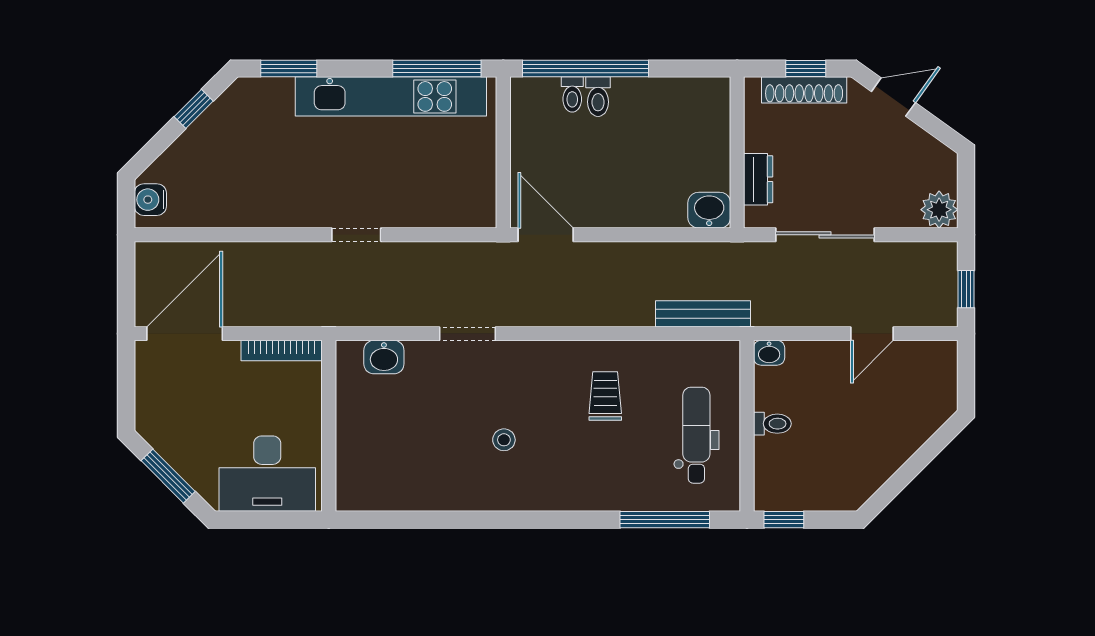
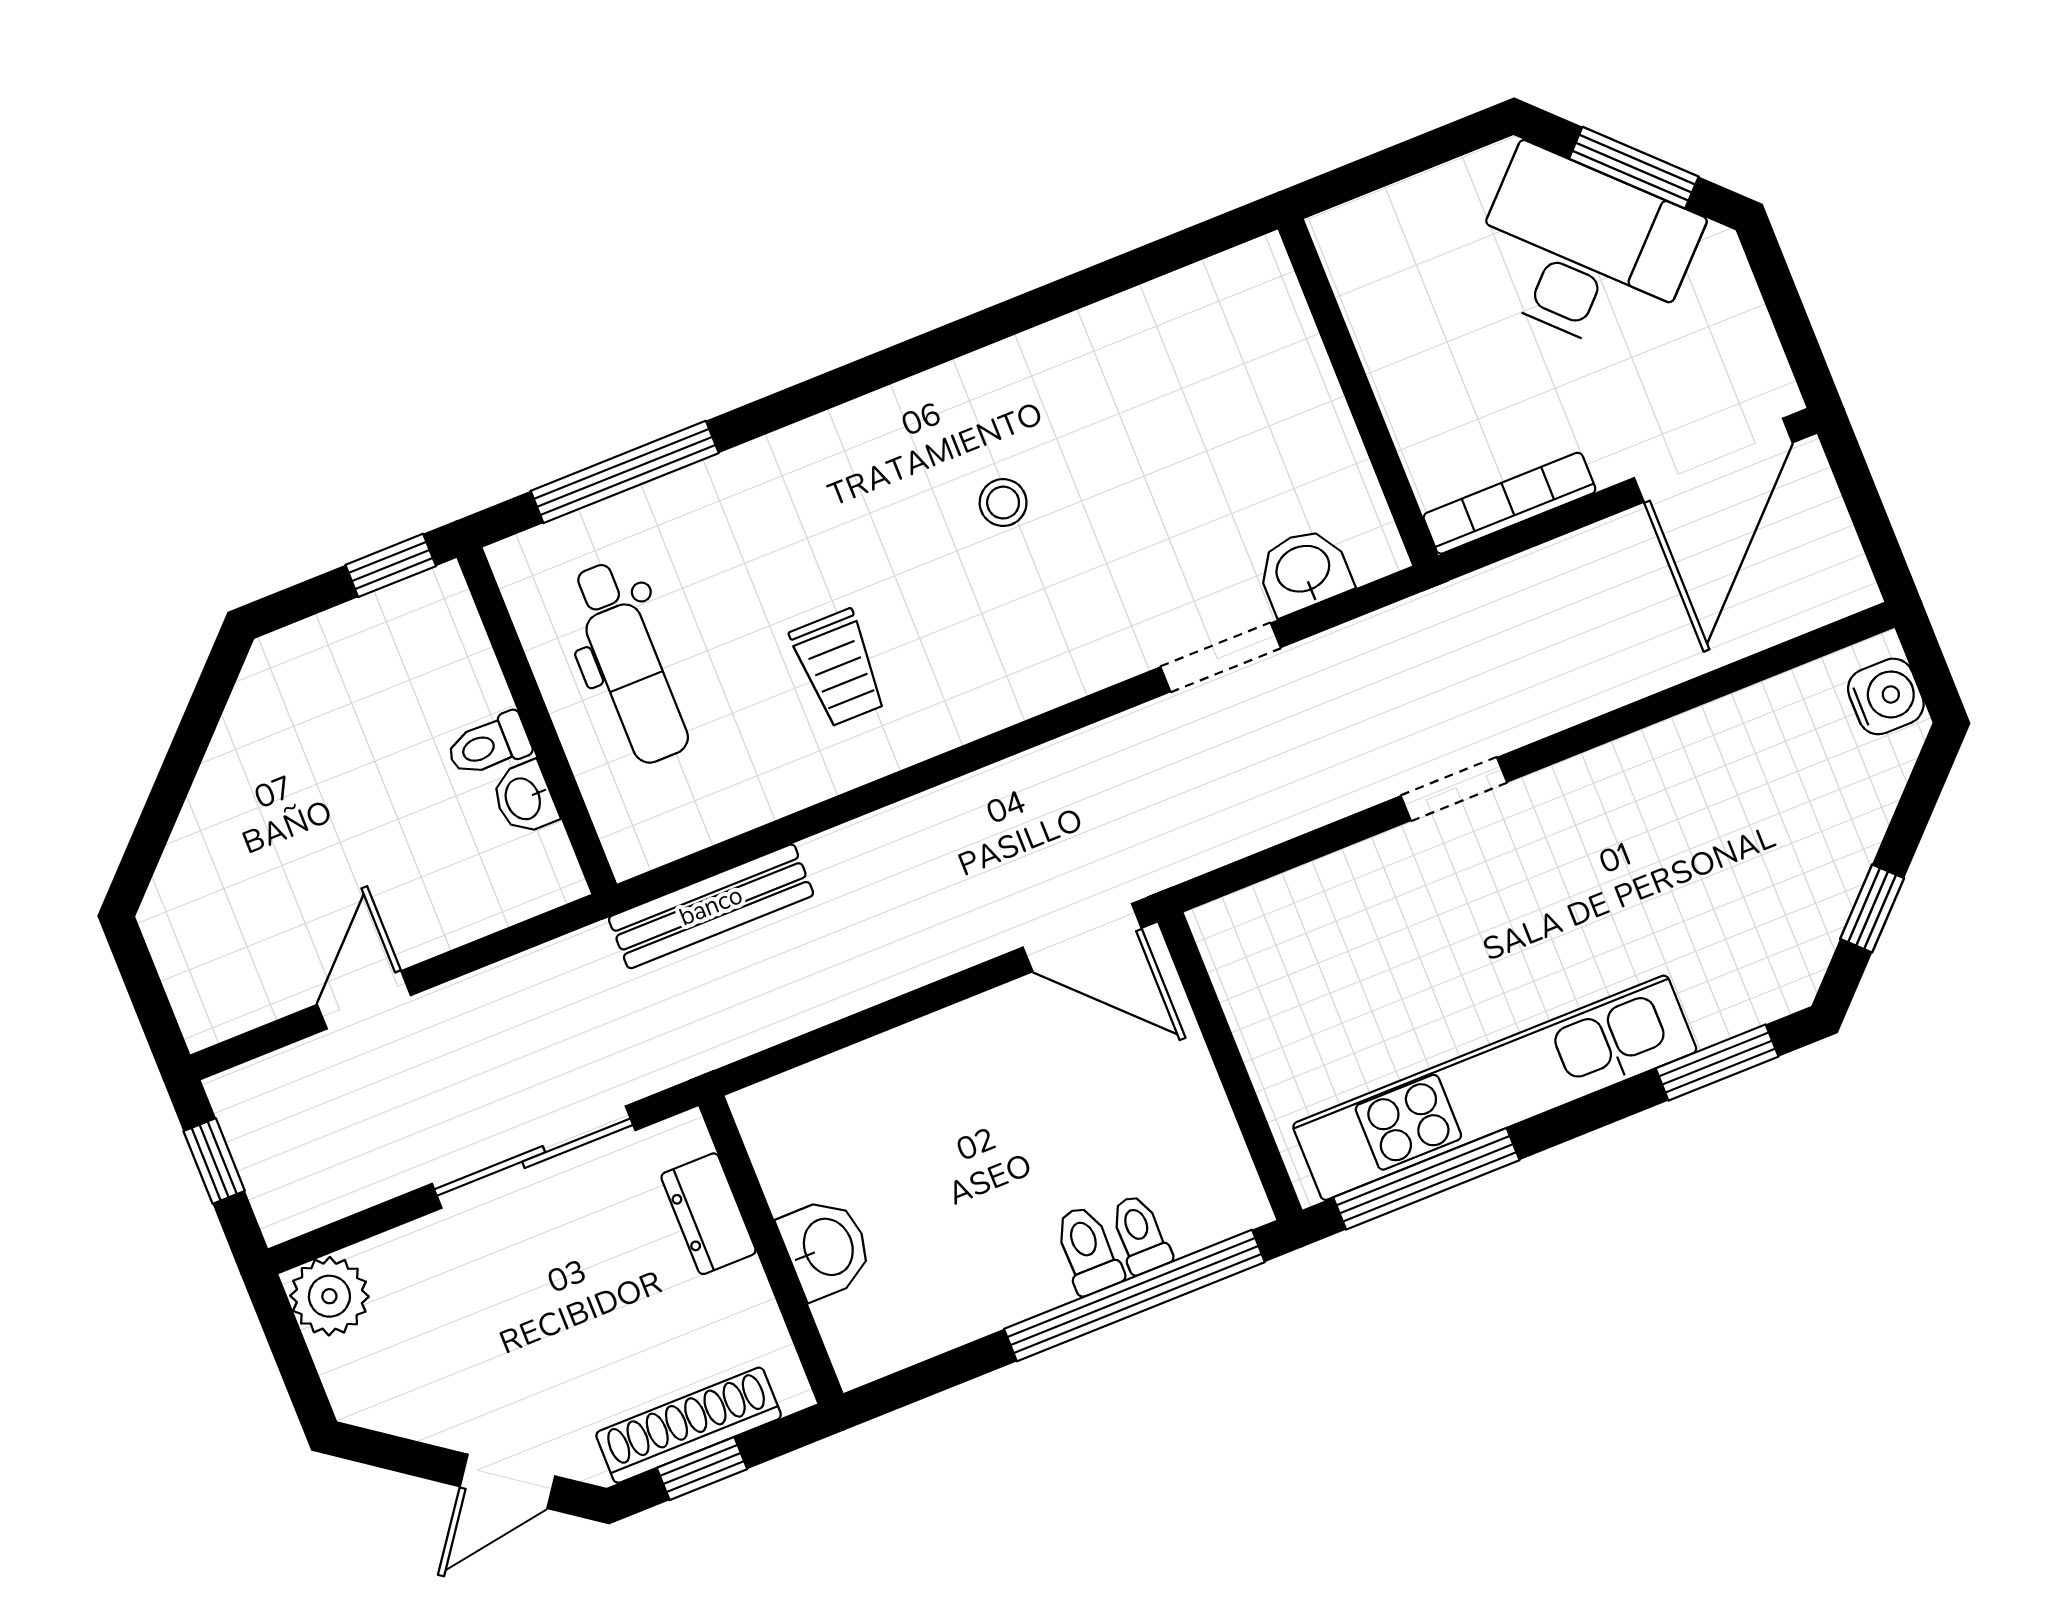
washbasin: (709, 210) -> (826, 1248), moved, turned -90
doorway: (467, 334) -> (1221, 657), moved
washbasin: (769, 353) -> (524, 798), moved, turned -90
desk: (267, 474) -> (1583, 252), moved, turned 45

